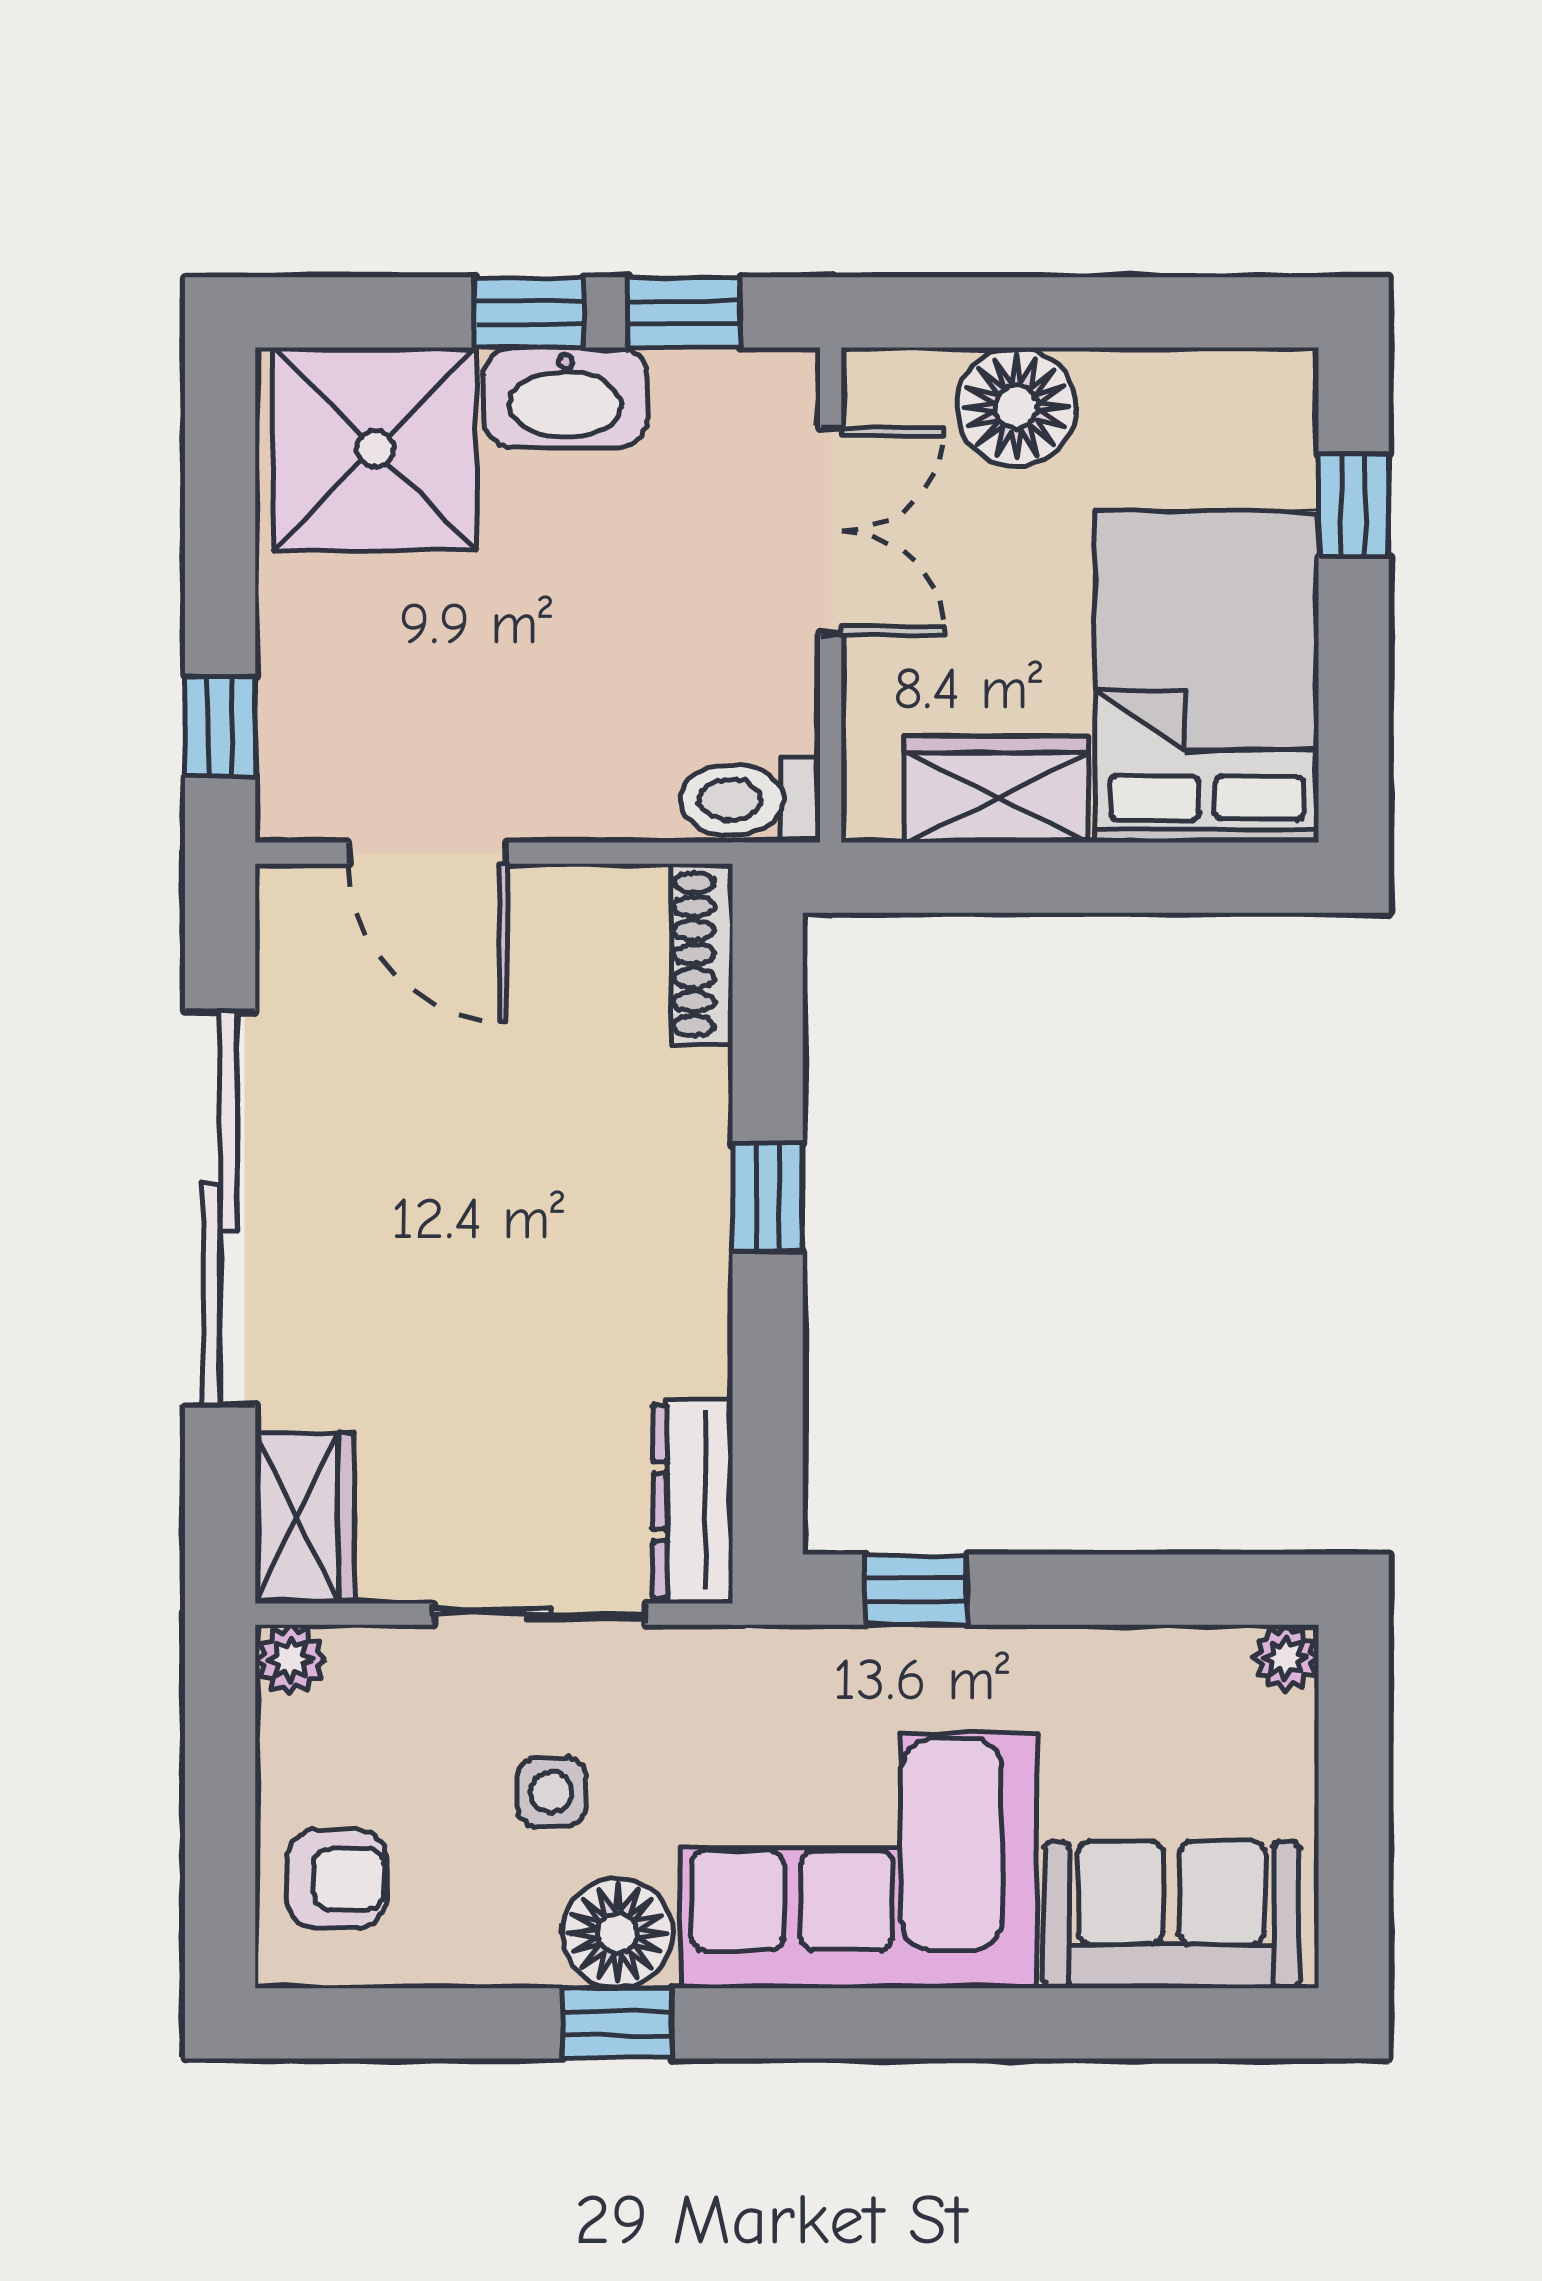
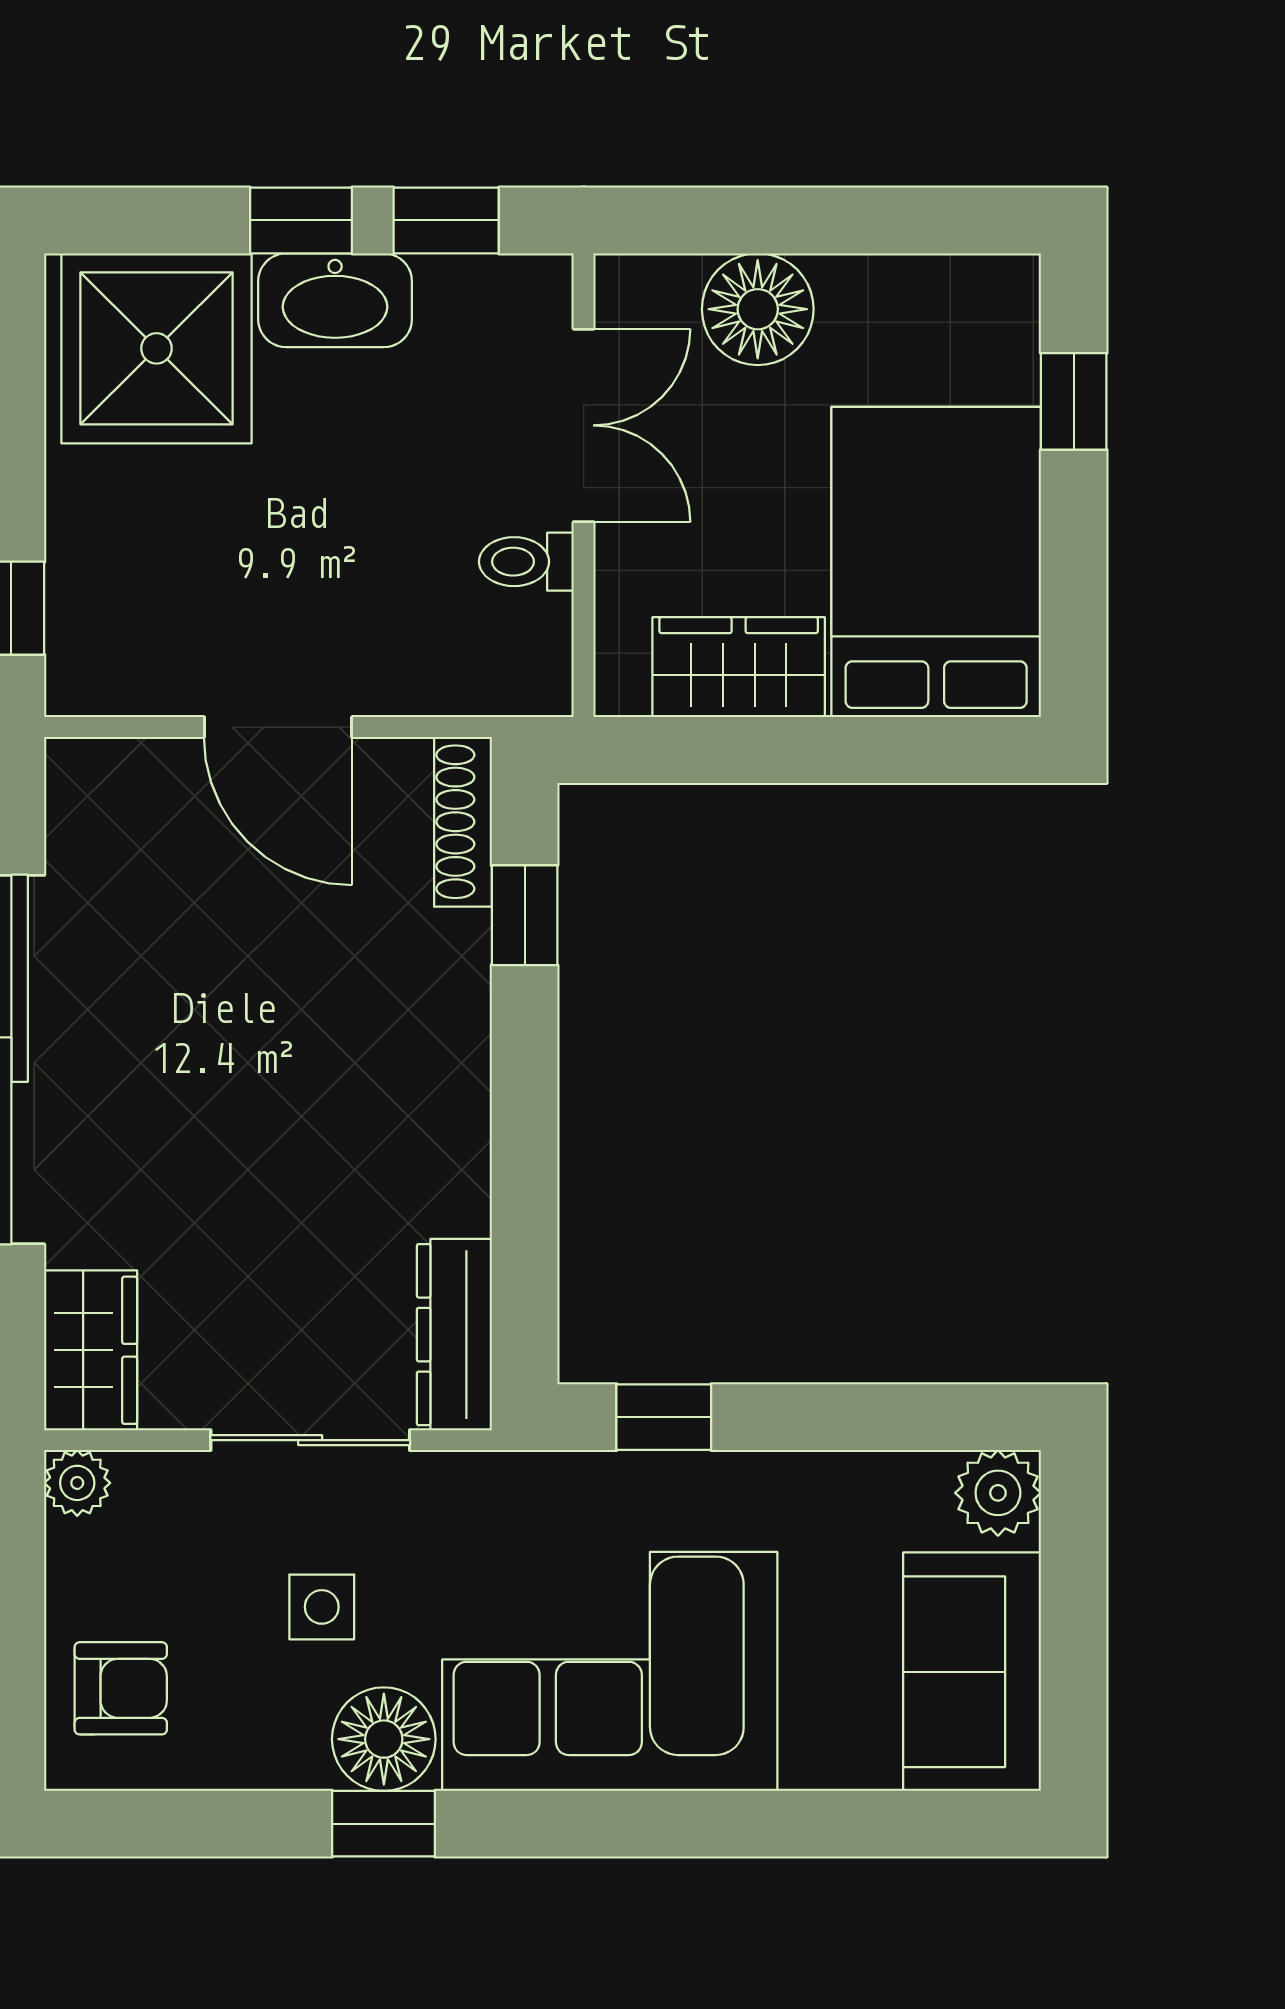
toilet: (750, 800) -> (526, 562), moved, width x0.73, depth x0.72
door: (428, 853) -> (278, 727), moved
window: (768, 1198) -> (525, 915), moved
plant: (1285, 1658) -> (998, 1493), width x1.38, depth x1.38
sofa: (1172, 1915) -> (972, 1672), moved, turned -90

